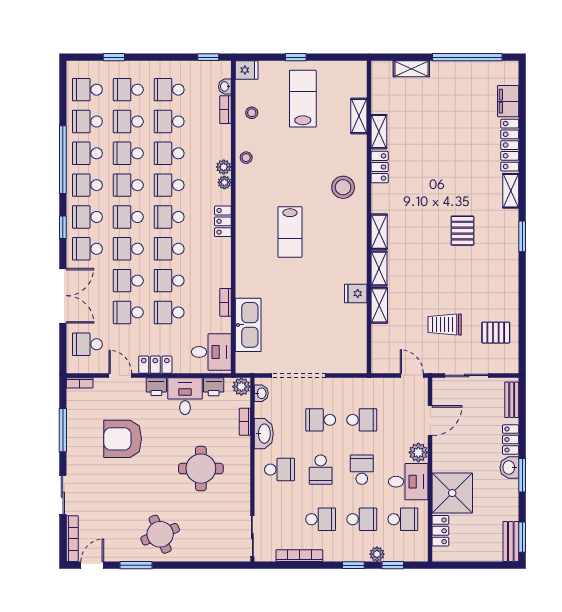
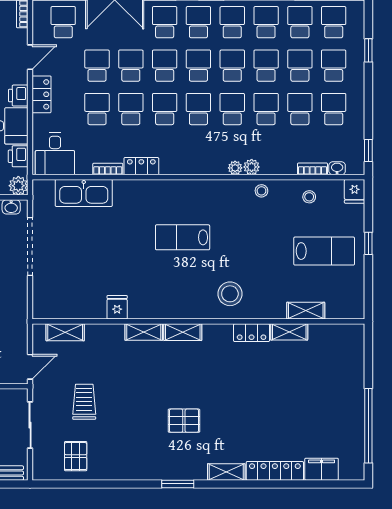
shelving: (411, 69) -> (356, 366), removed
locker: (223, 221) -> (141, 166), moved
shelving: (379, 305) -> (65, 332), moved

